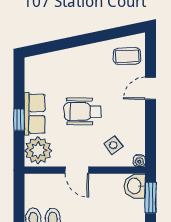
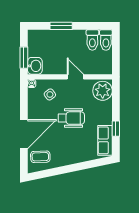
door: (151, 88) -> (24, 134), width x1.88
row of seats: (35, 114) -> (105, 140), moved
window: (19, 120) -> (116, 129), moved

